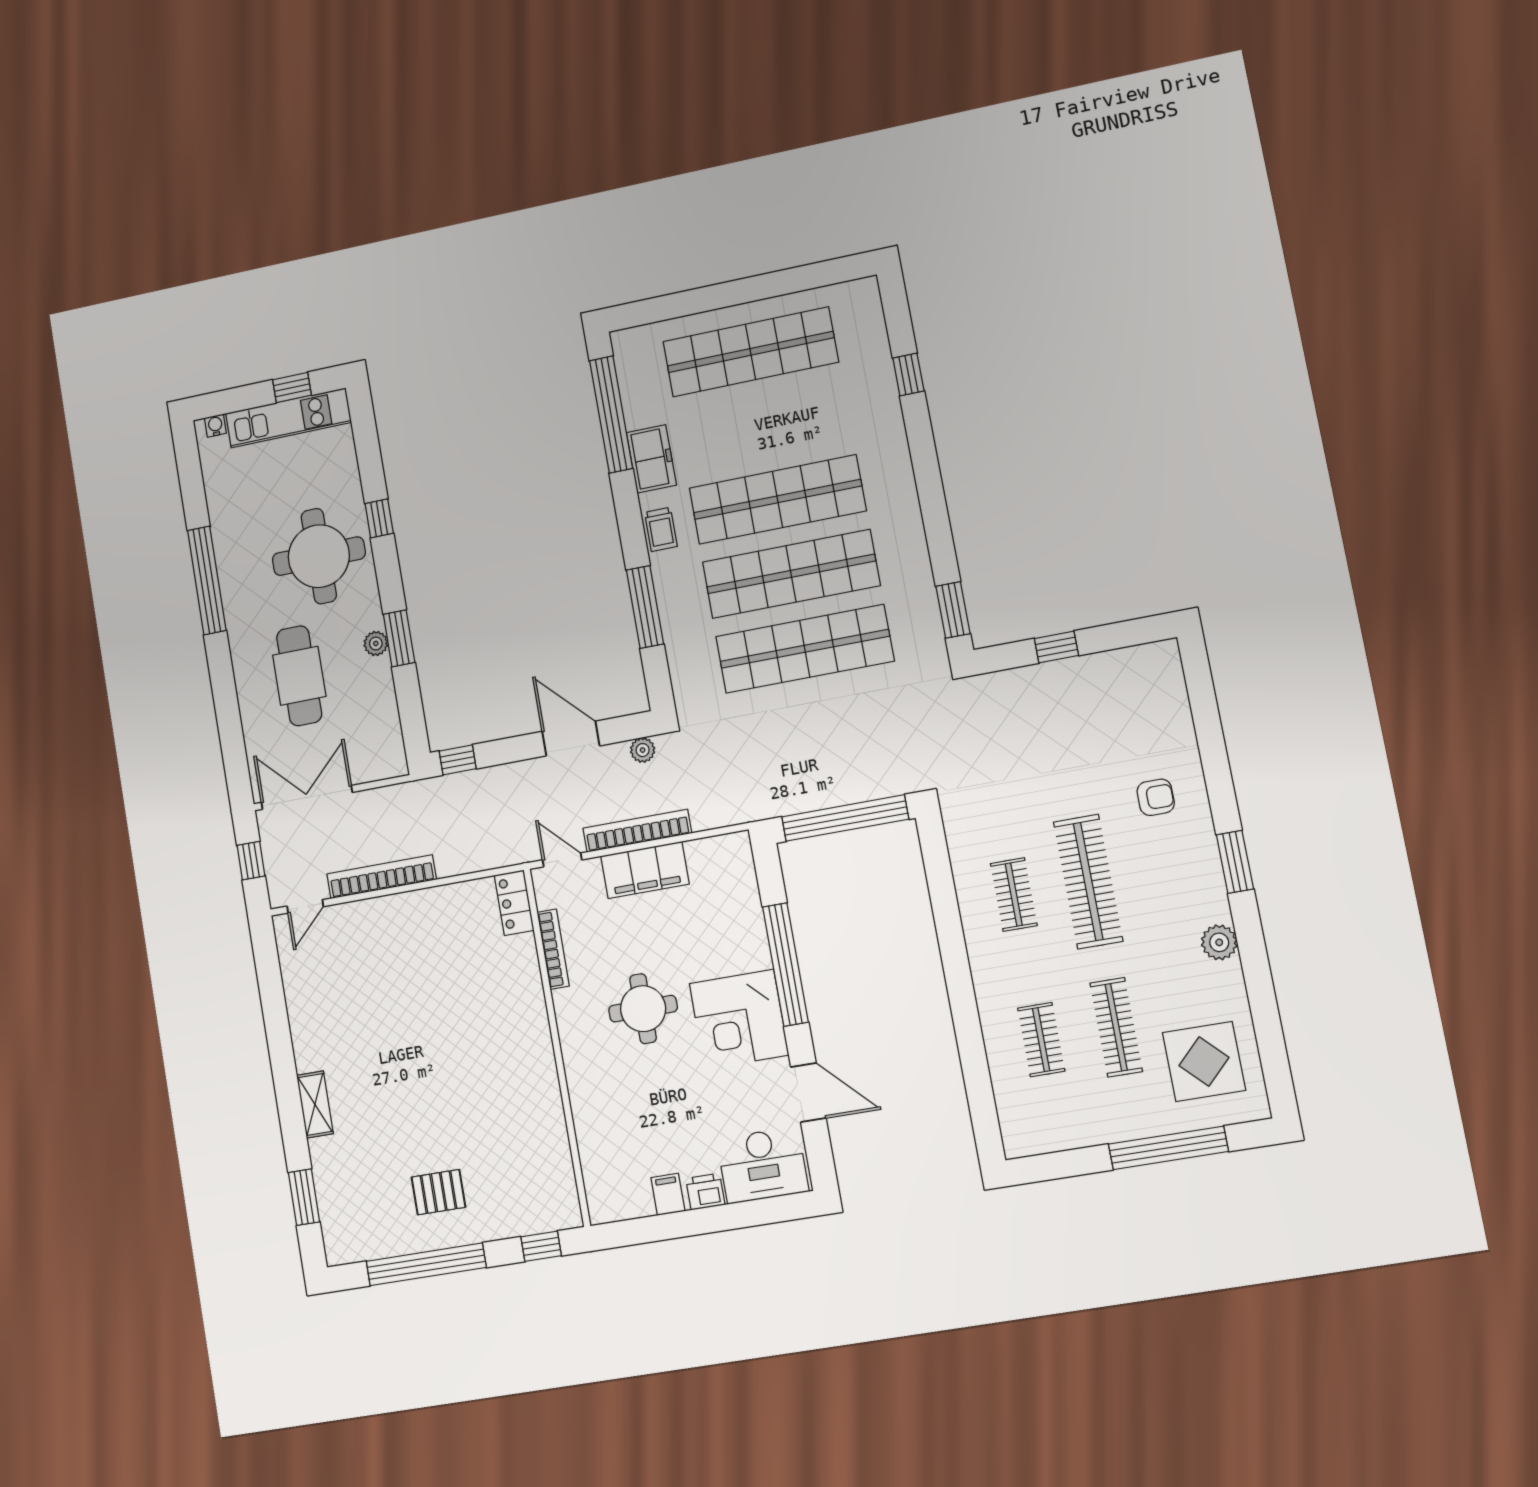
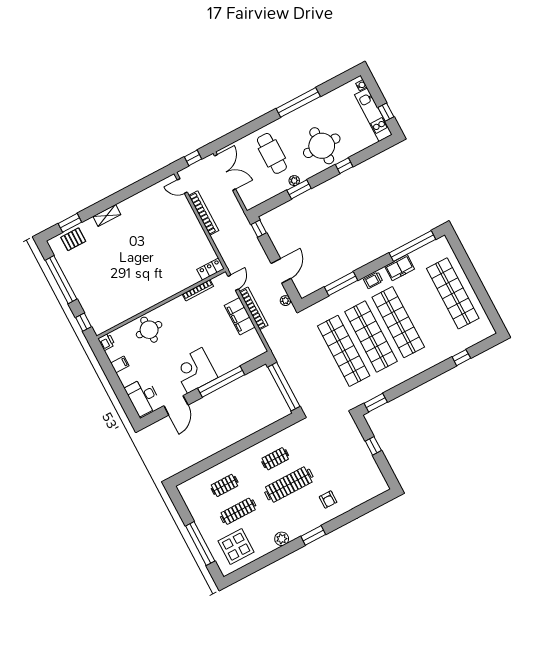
cafe table: (299, 676) -> (272, 153), turned 90
round table: (643, 1009) -> (149, 330), moved
pallet: (438, 1192) -> (73, 239), moved, turned 90
printer: (705, 1192) -> (106, 342), moved

